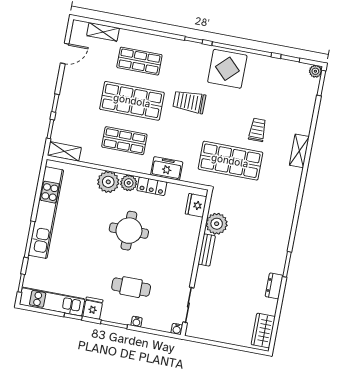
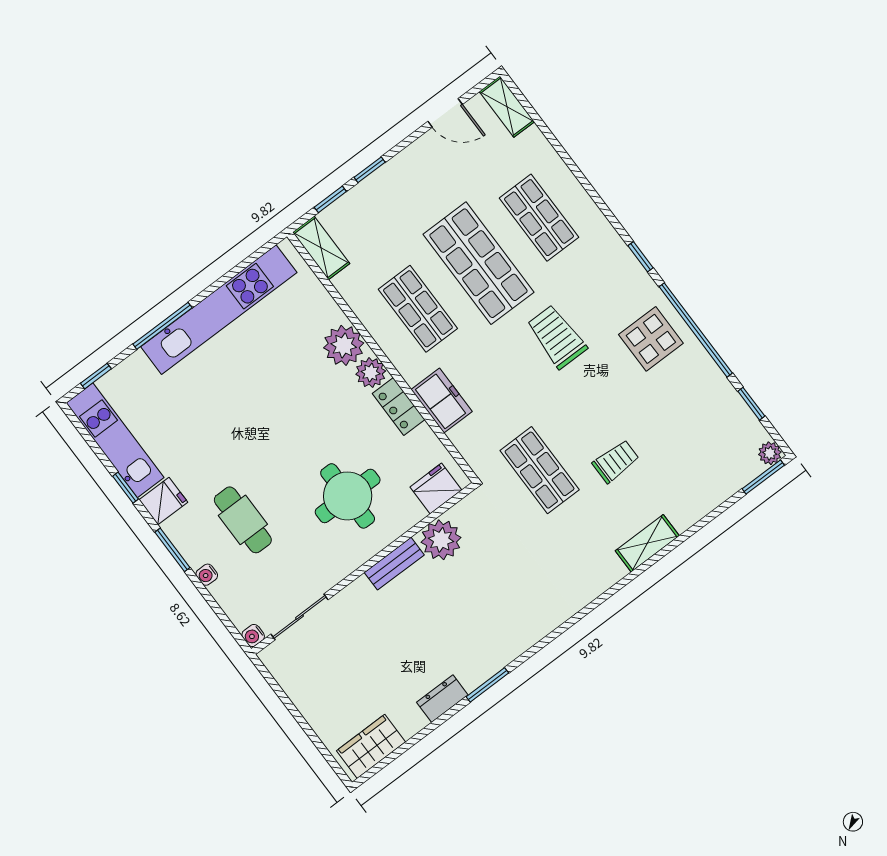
shelving: (103, 32) -> (507, 107), moved
display table: (227, 69) -> (651, 339), width x0.73, depth x0.73
shop shelf: (230, 161) -> (540, 470), width x0.70, depth x0.74
round table: (129, 231) -> (348, 496), moved

